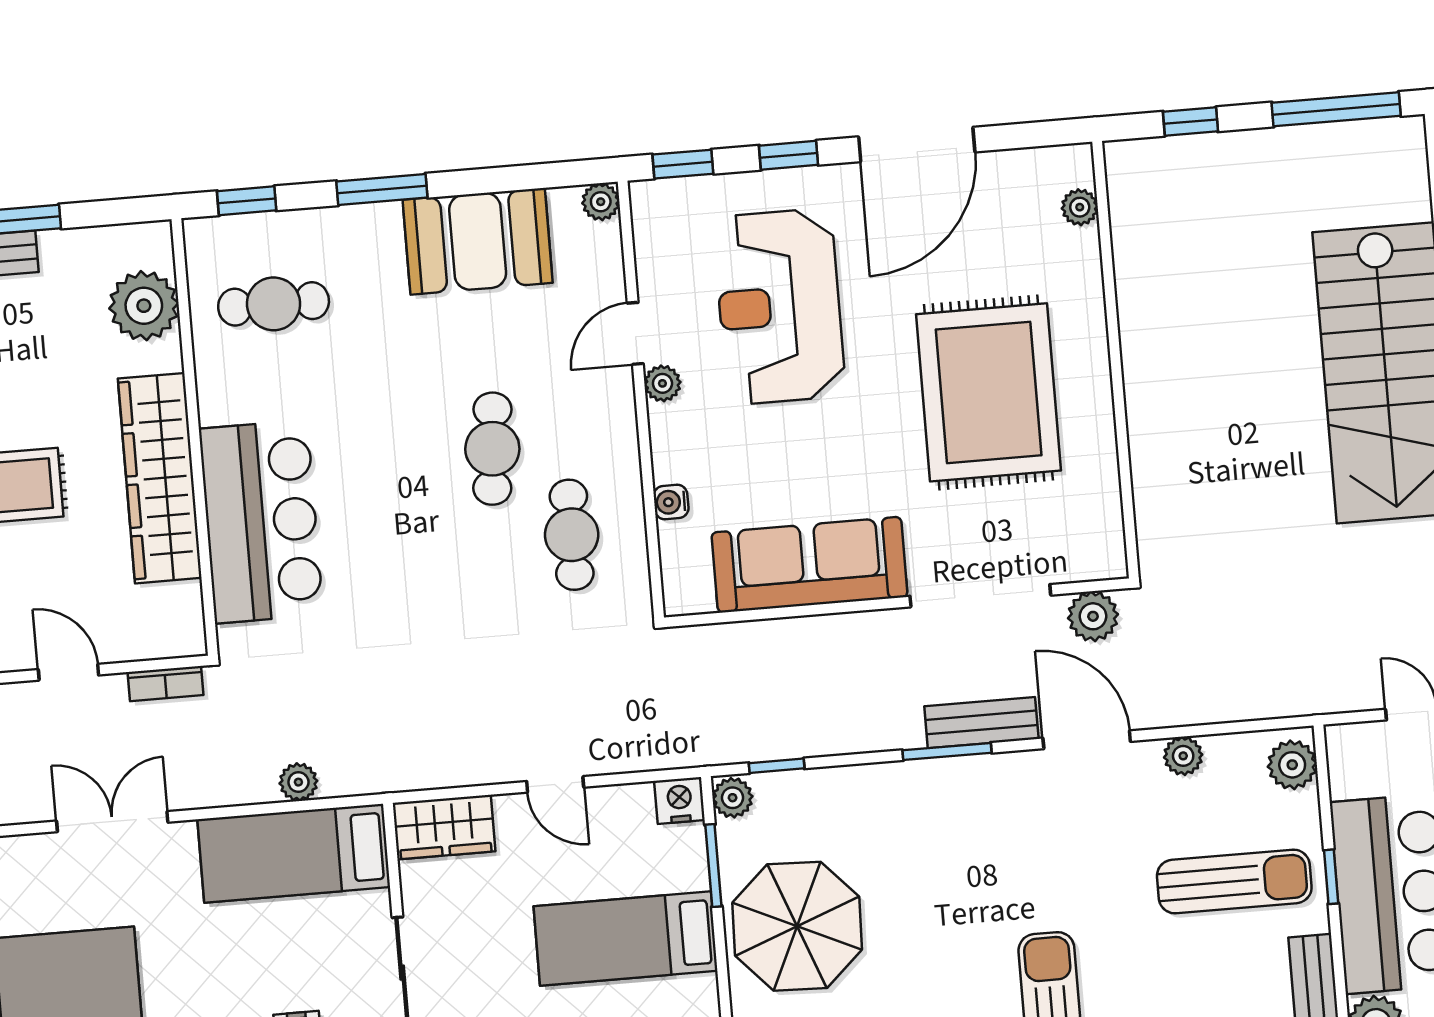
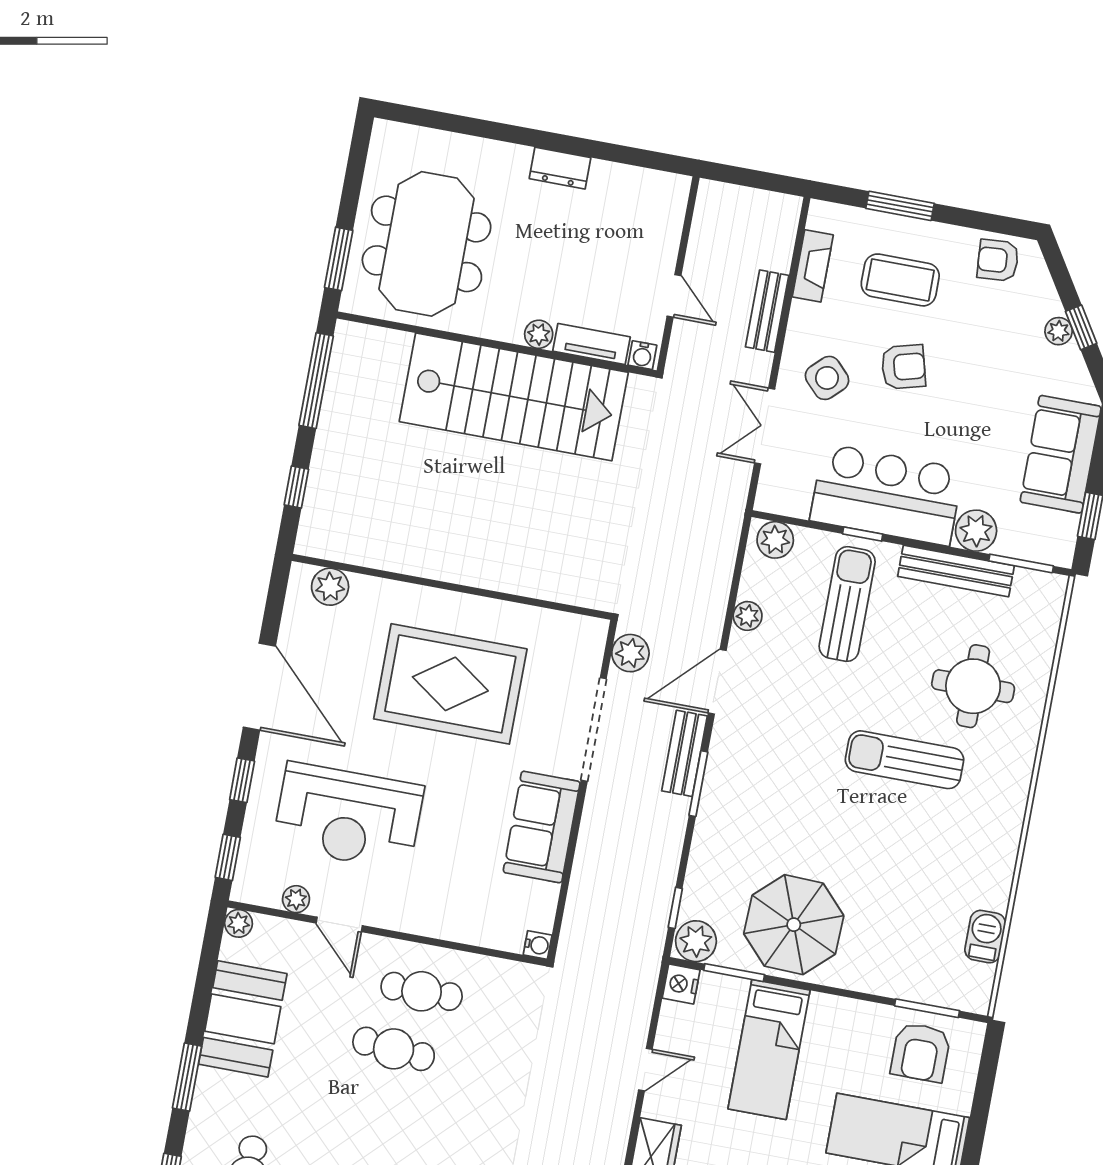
plant: (1080, 207) -> (330, 587), width x1.38, depth x1.38
plant: (662, 383) -> (296, 899), moved
water cooler: (671, 502) -> (538, 945), moved, turned -90
cafe table: (572, 535) -> (422, 991), moved
sofa: (809, 565) -> (542, 827), width x0.73
plant: (733, 798) -> (696, 941), width x1.38, depth x1.38

